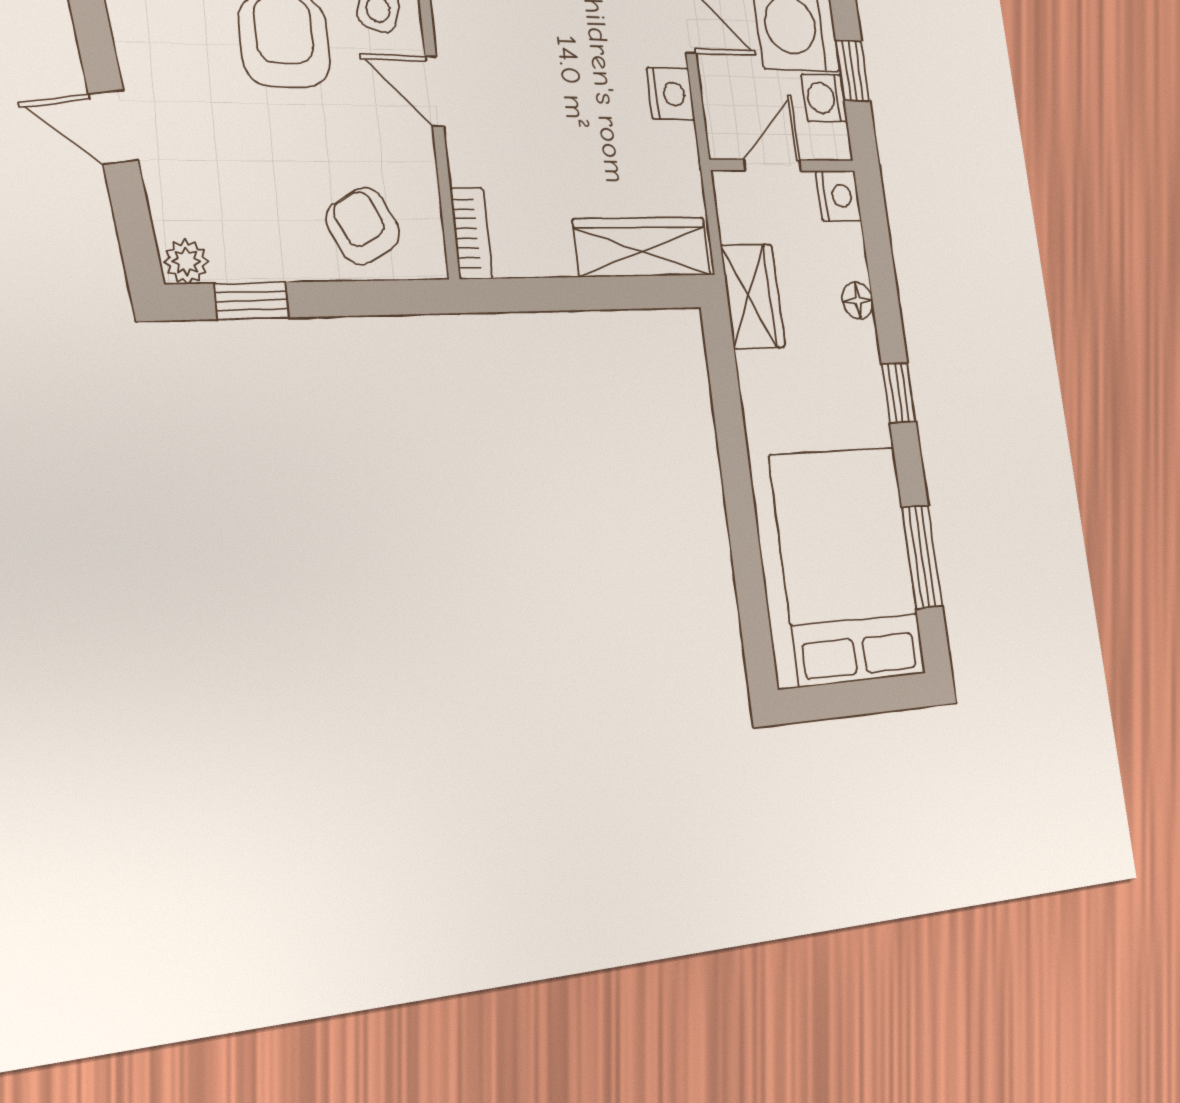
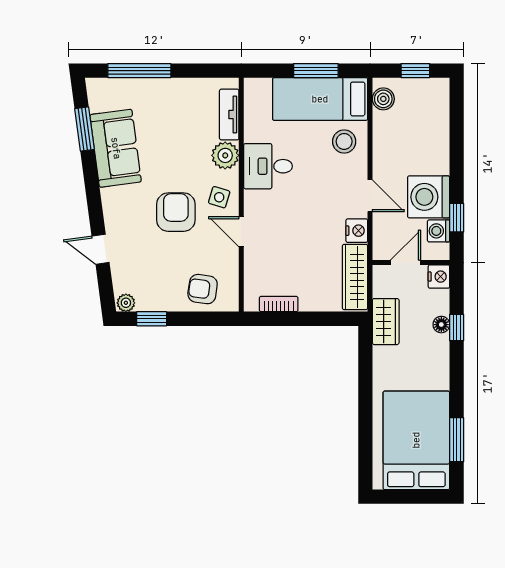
armchair: (363, 226) -> (203, 289), turned -54
bookcase: (471, 233) -> (279, 304), moved, turned -90
wardrobe: (642, 247) -> (355, 277), moved, turned -90
window: (899, 393) -> (457, 328), moved

